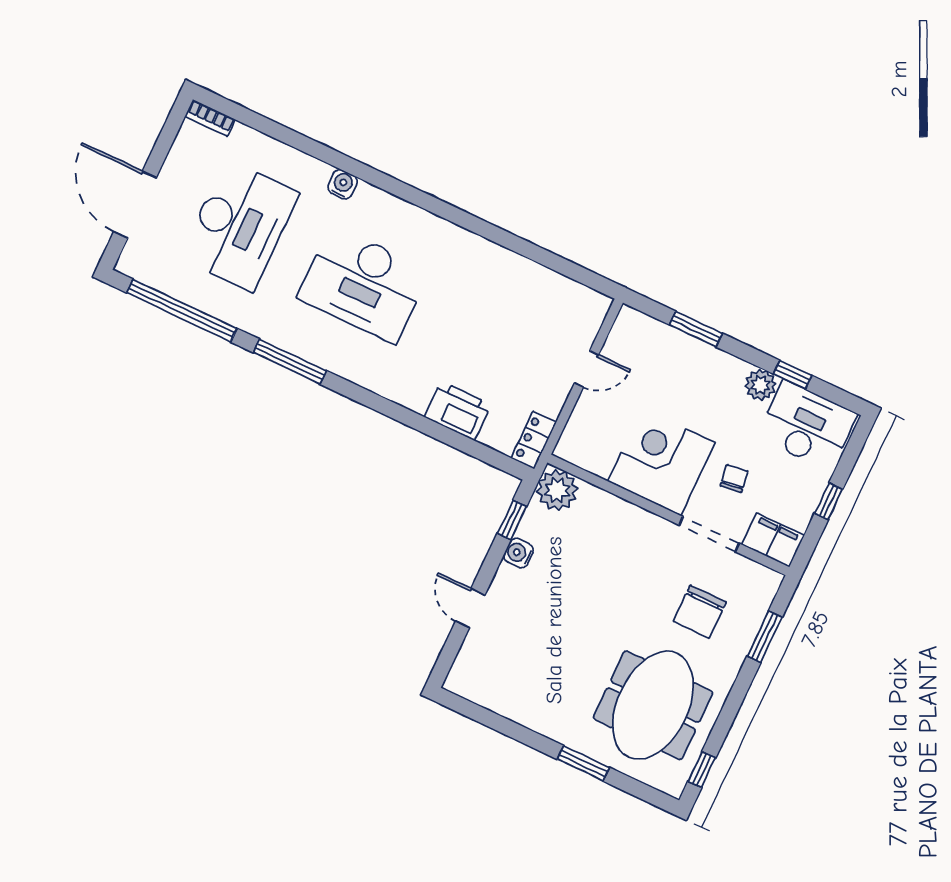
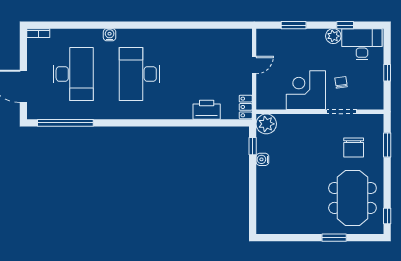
desk: (364, 284) -> (139, 74), turned 90
window: (290, 362) -> (123, 123), removed
filing cabinet: (773, 540) -> (371, 101), removed
door: (470, 608) -> (253, 193), removed

